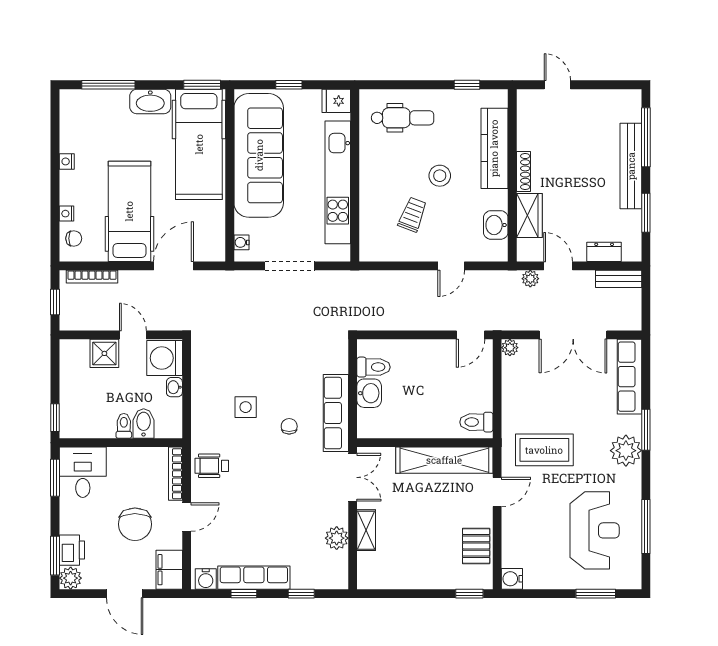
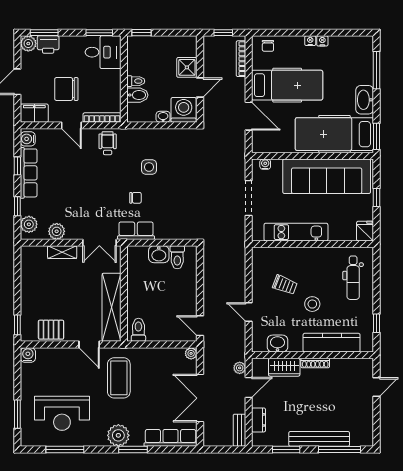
kitchen unit: (338, 182) -> (296, 232), width x0.73
nightstand: (67, 214) -> (310, 41), moved
row of seats: (336, 413) -> (136, 231), width x0.68
plant: (327, 577) -> (29, 224), added

